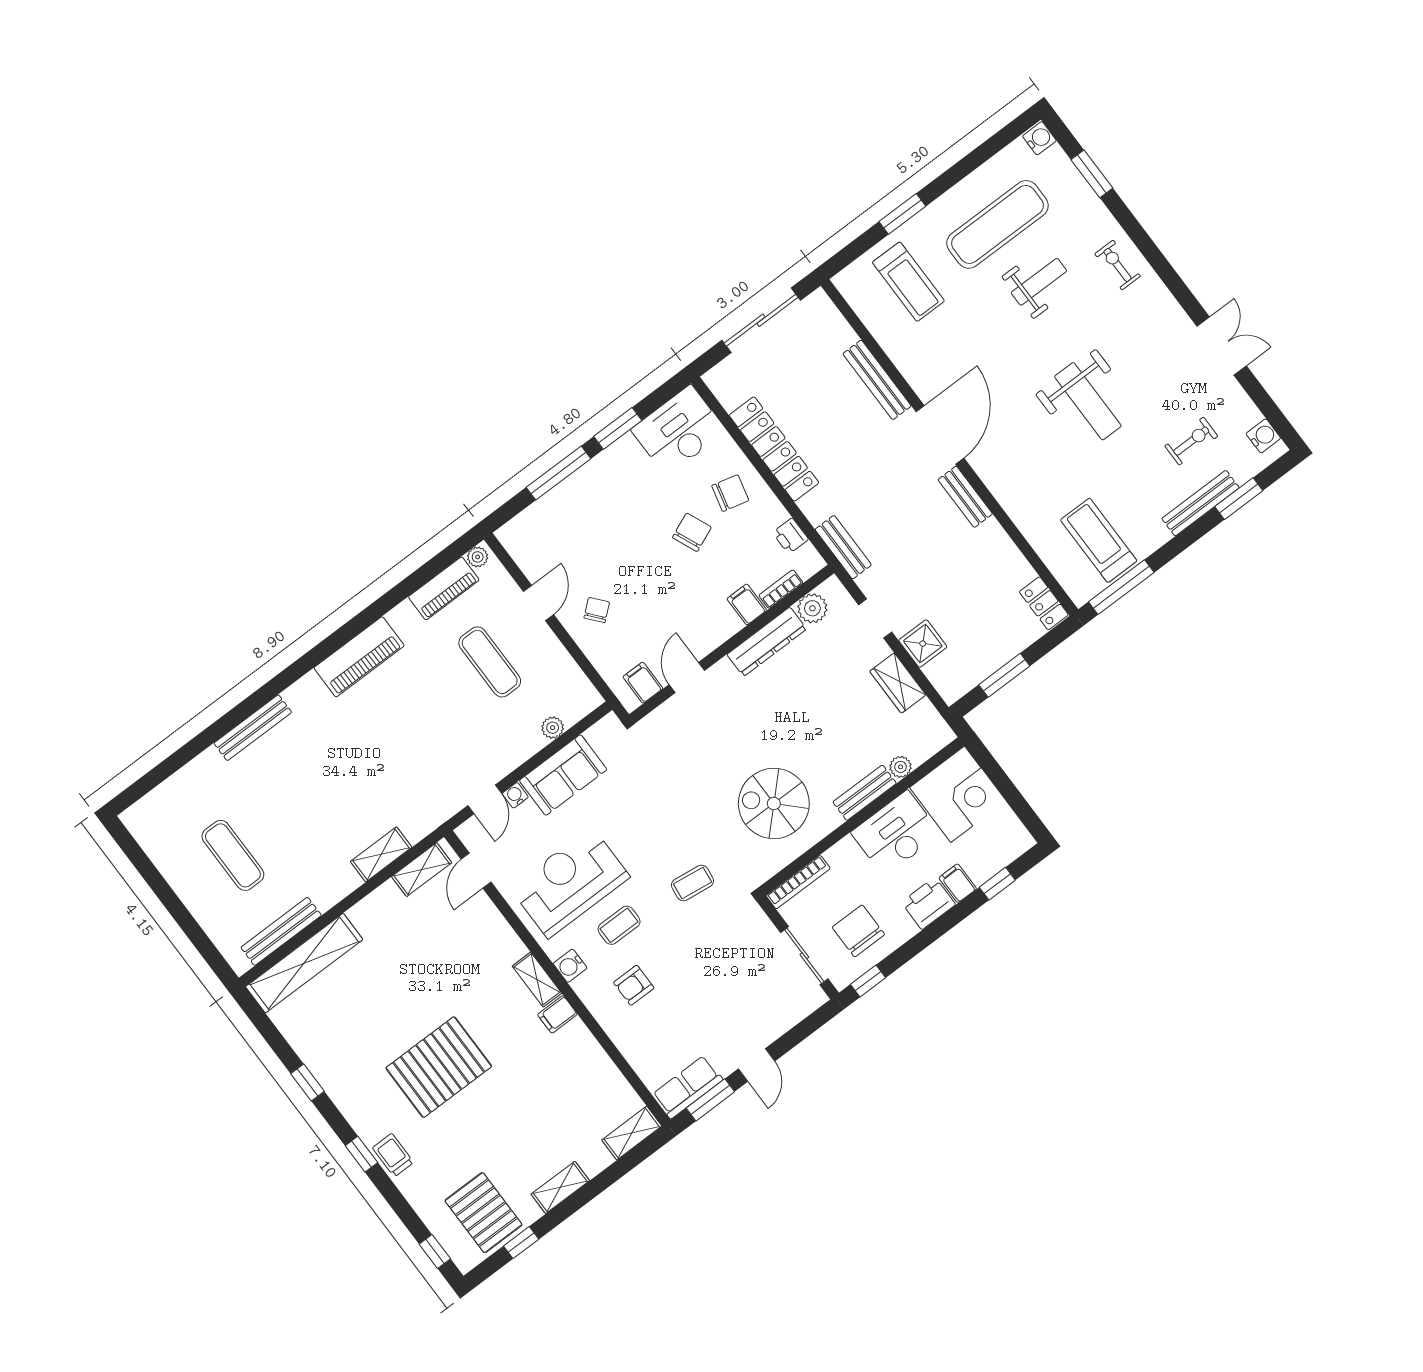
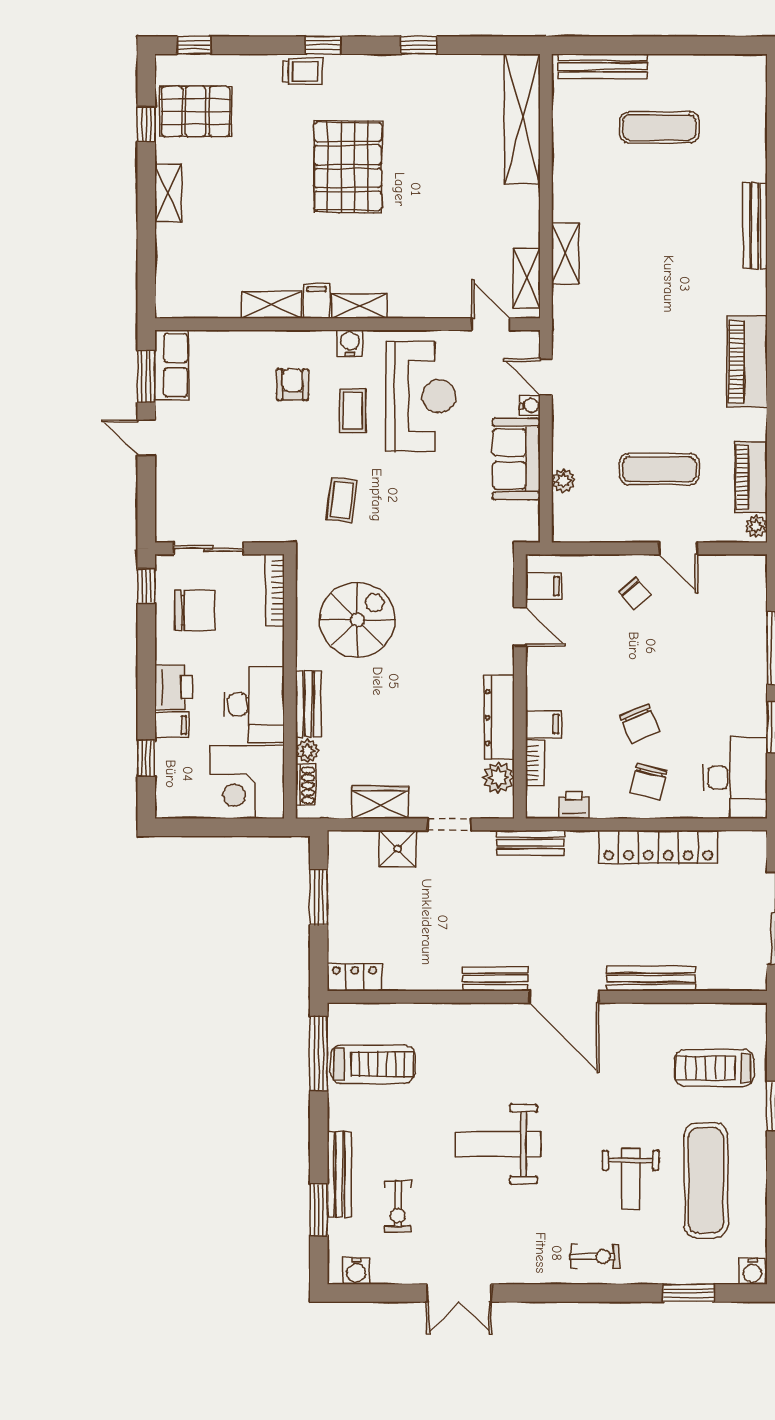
shoe rack: (927, 749) -> (306, 785), added
bench: (281, 931) -> (603, 66), moved, turned 90
shelving: (632, 1133) -> (271, 305), moved, turned 90

